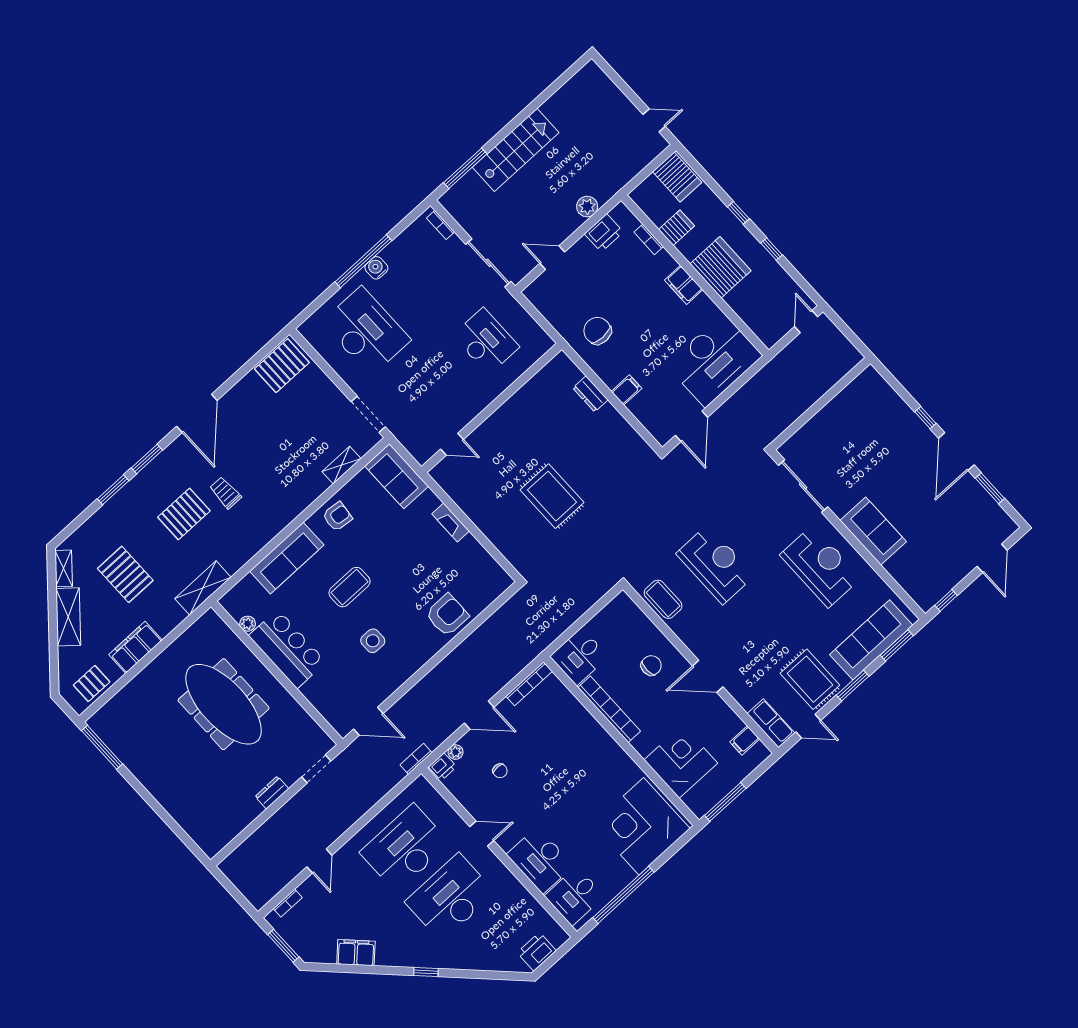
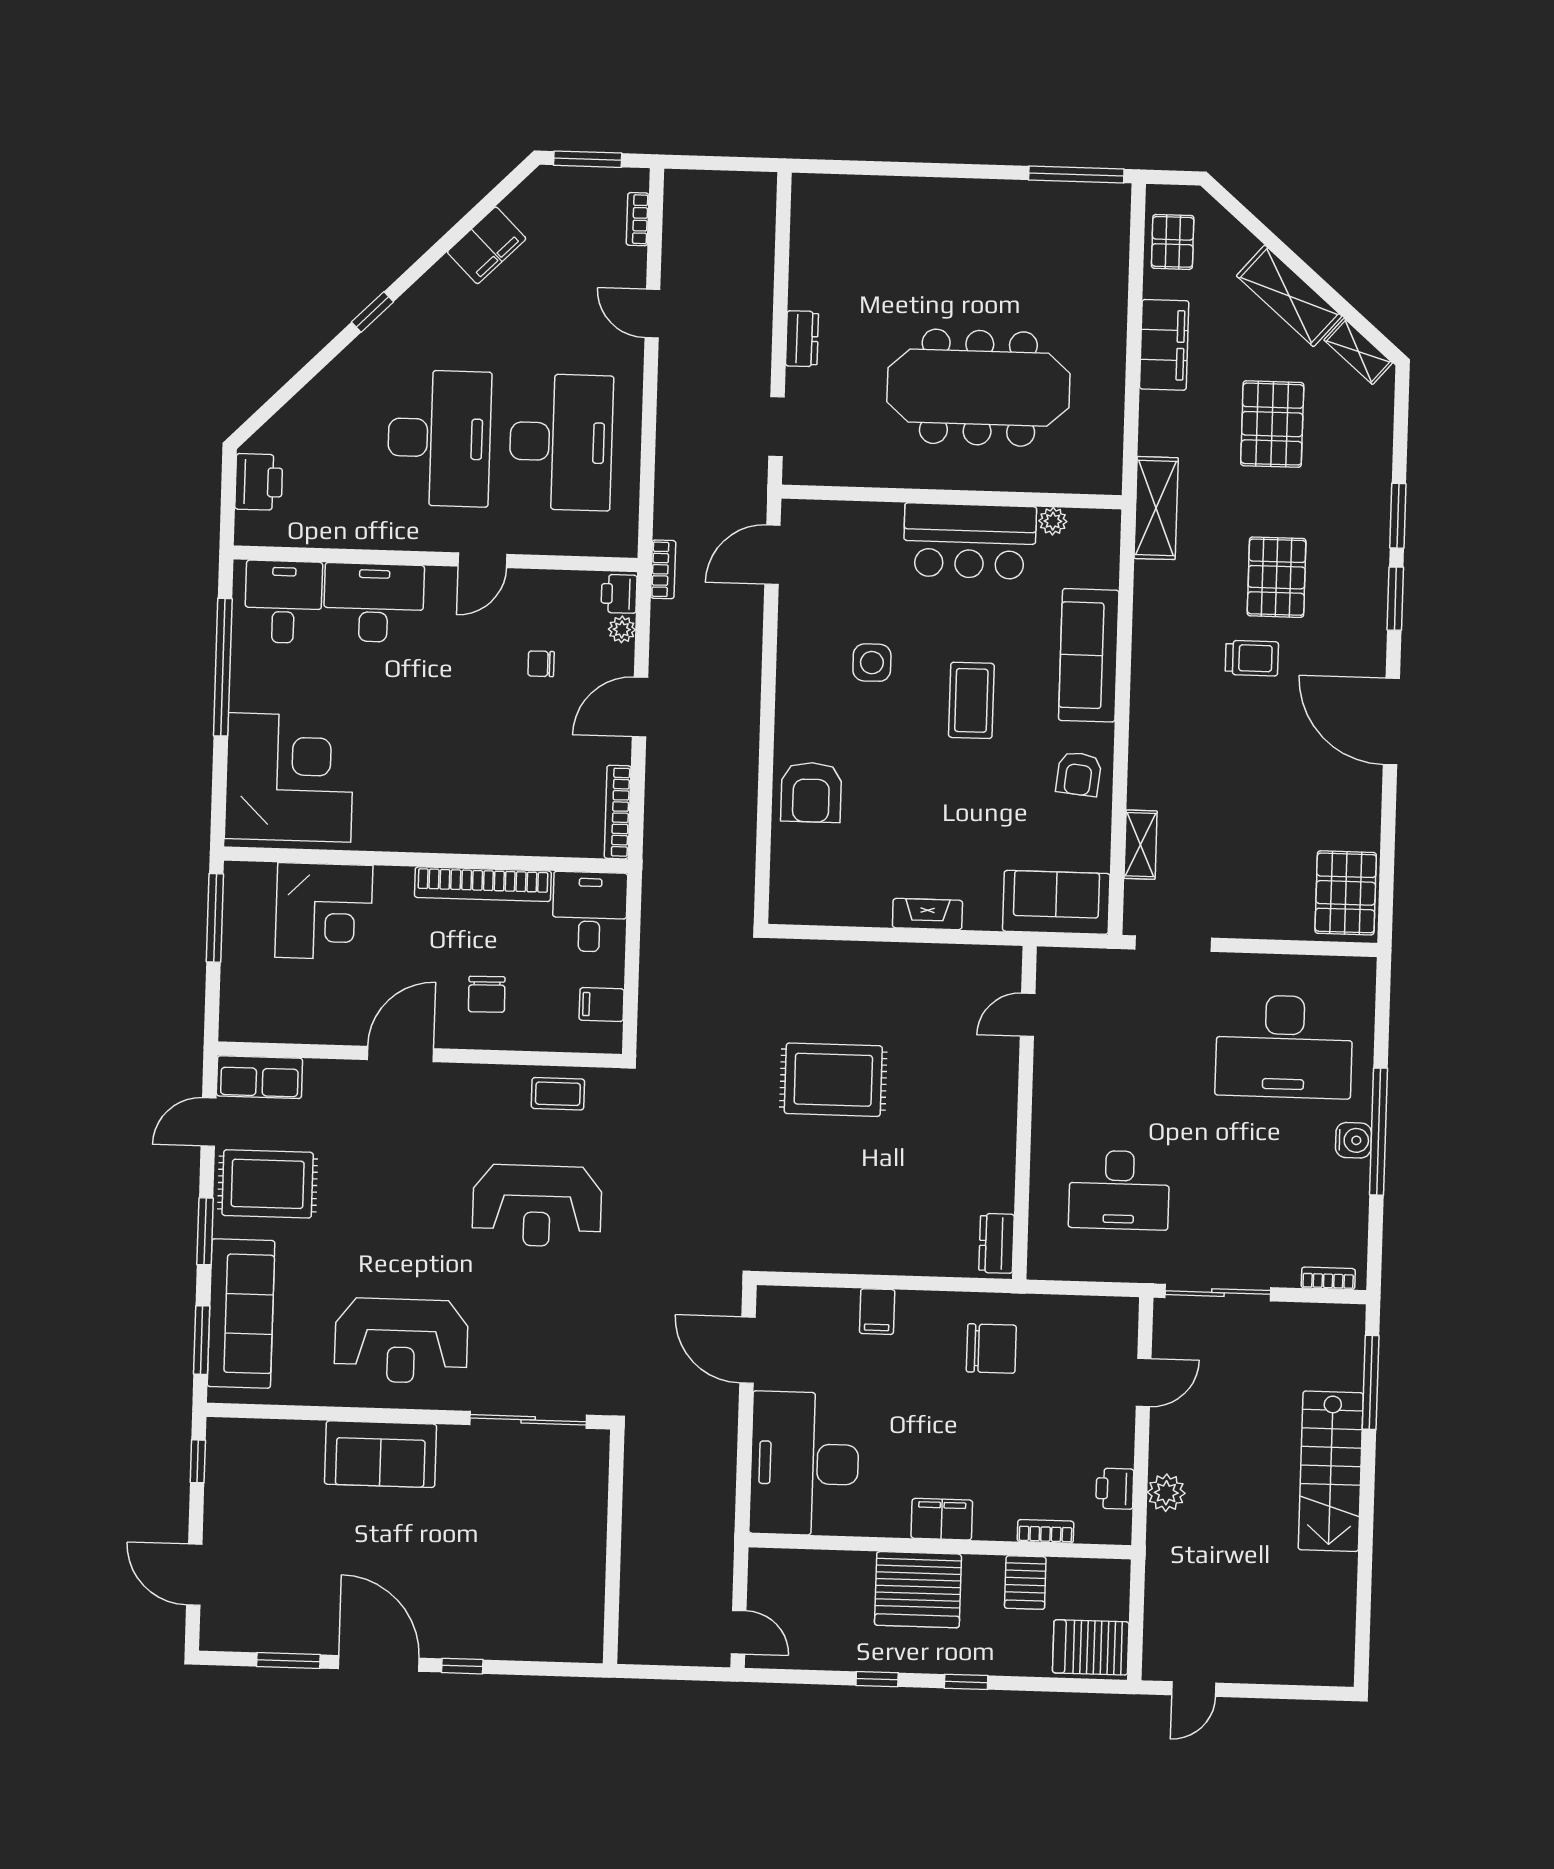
printer: (604, 233) -> (1115, 1489), width x0.73, depth x0.81
dresser: (590, 394) -> (997, 1243), moved, turned -90
pallet: (125, 574) -> (1272, 424), turned 90
coffee table: (663, 599) -> (558, 1094), width x0.73, depth x0.77
filing cabinet: (745, 740) -> (602, 1005), moved, turned -90

